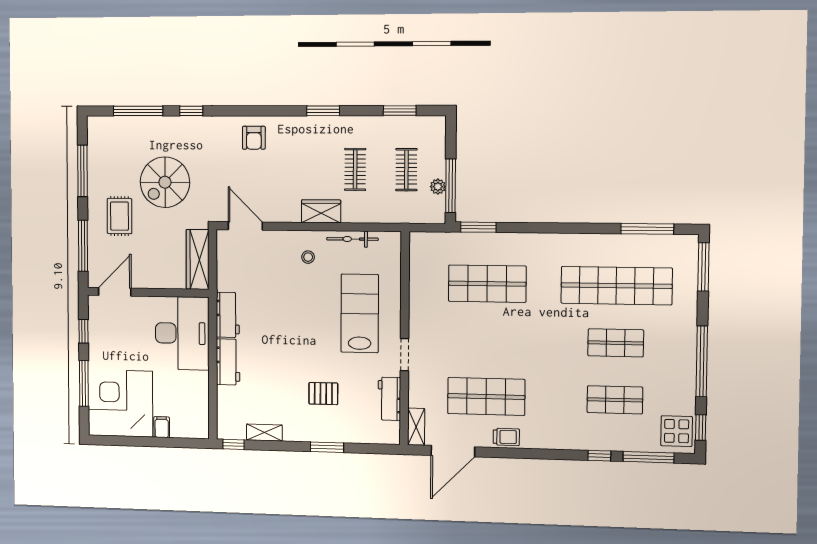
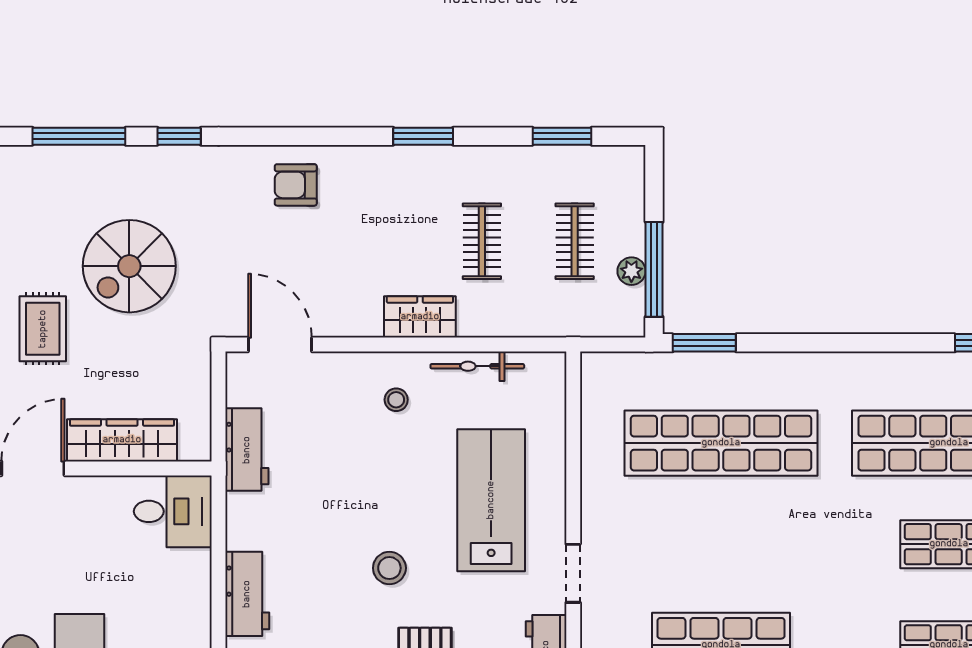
armchair: (254, 138) -> (296, 185), turned 90
wardrobe: (198, 259) -> (122, 440), moved, turned 90
shop shelf: (487, 284) -> (721, 443), width x1.40
workbench: (228, 315) -> (247, 450), moved
desk: (182, 333) -> (173, 511), width x0.53, depth x0.77
stool: (304, 350) -> (389, 568), added

